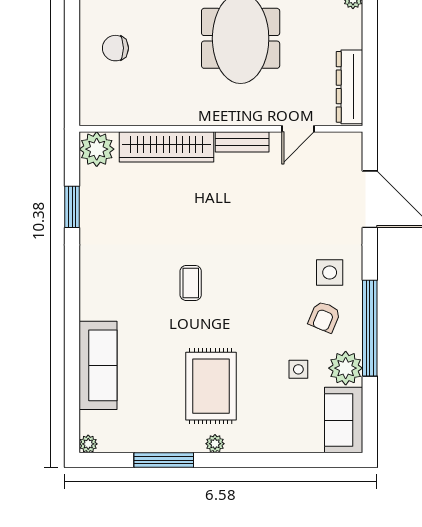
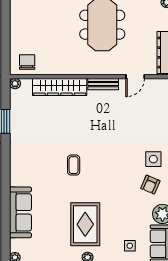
chair: (115, 48) -> (27, 62), moved, turned 90
plant: (97, 149) -> (15, 84), width x0.53, depth x0.53
side table: (298, 369) -> (130, 246), moved

